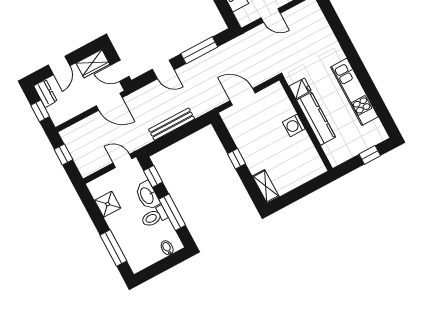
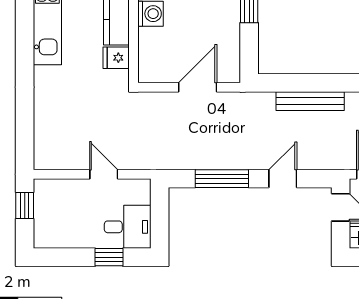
door: (163, 70) -> (283, 179), hinge flipped
door: (243, 97) -> (198, 87), swing flipped

